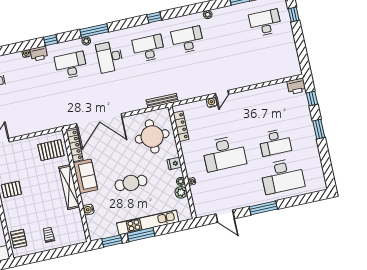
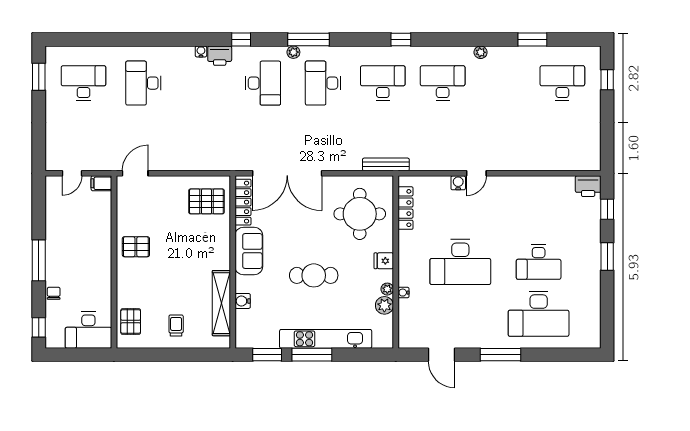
desk: (71, 65) -> (263, 83), turned 90
shelving: (69, 187) -> (221, 303), moved

